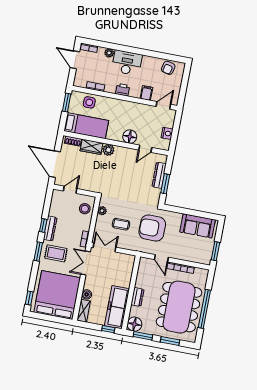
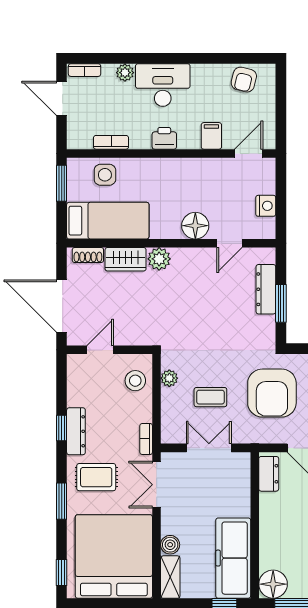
armchair: (152, 228) -> (272, 393), turned -90
double door: (105, 247) -> (209, 448), moved
window: (38, 251) -> (62, 501), moved
dresser: (137, 297) -> (269, 474), moved

